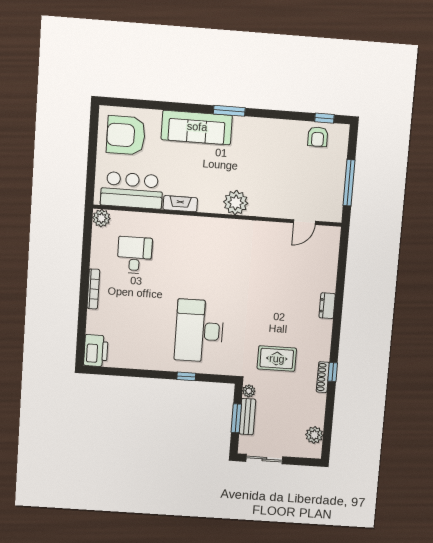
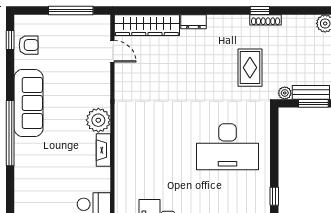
window: (229, 111) -> (10, 133), width x2.11
sofa: (197, 127) -> (29, 103), moved
fireplace: (180, 204) -> (103, 150), moved
wardrobe: (328, 259) -> (147, 25), added
window: (186, 376) -> (274, 196), moved

